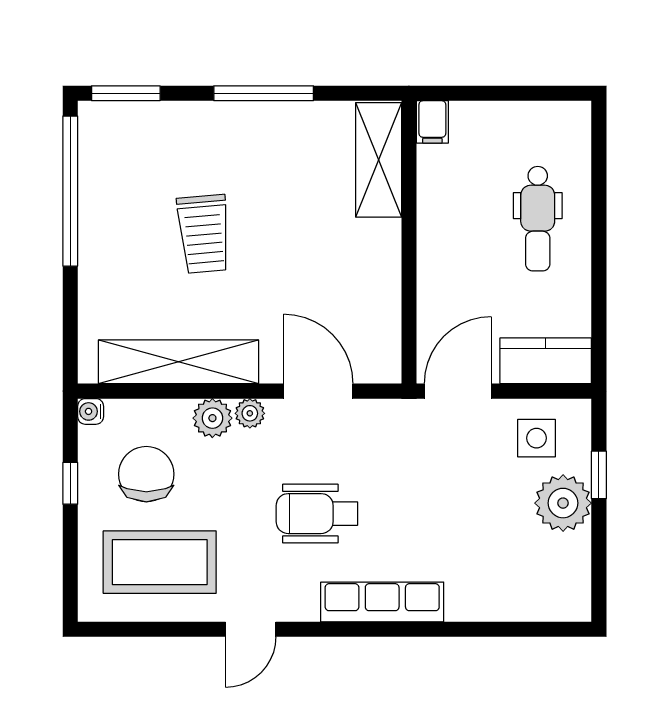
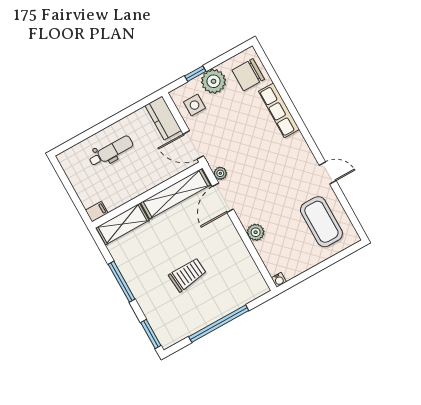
window: (70, 191) -> (219, 324), moved
shelving: (178, 362) -> (175, 194), moved, turned 90
plant: (250, 413) -> (220, 173), moved
chair: (146, 474) -> (248, 75), moved
window: (70, 483) -> (310, 272), removed
wheelchair: (317, 514) -> (270, 172), removed
row of seats: (382, 602) -> (279, 110), moved

